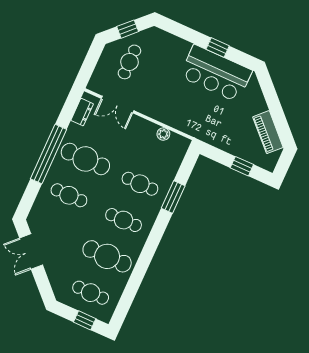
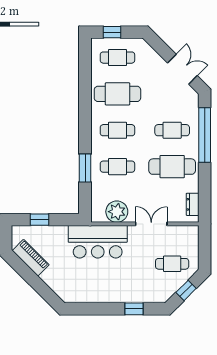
window: (218, 48) -> (134, 309), moved
cafe table: (129, 62) -> (172, 264), turned 90
bar counter: (216, 73) -> (98, 242), moved, turned 180
double door: (118, 105) -> (151, 224), moved
plant: (163, 134) -> (117, 212), width x1.87, depth x1.87
window: (49, 154) -> (205, 135), moved

